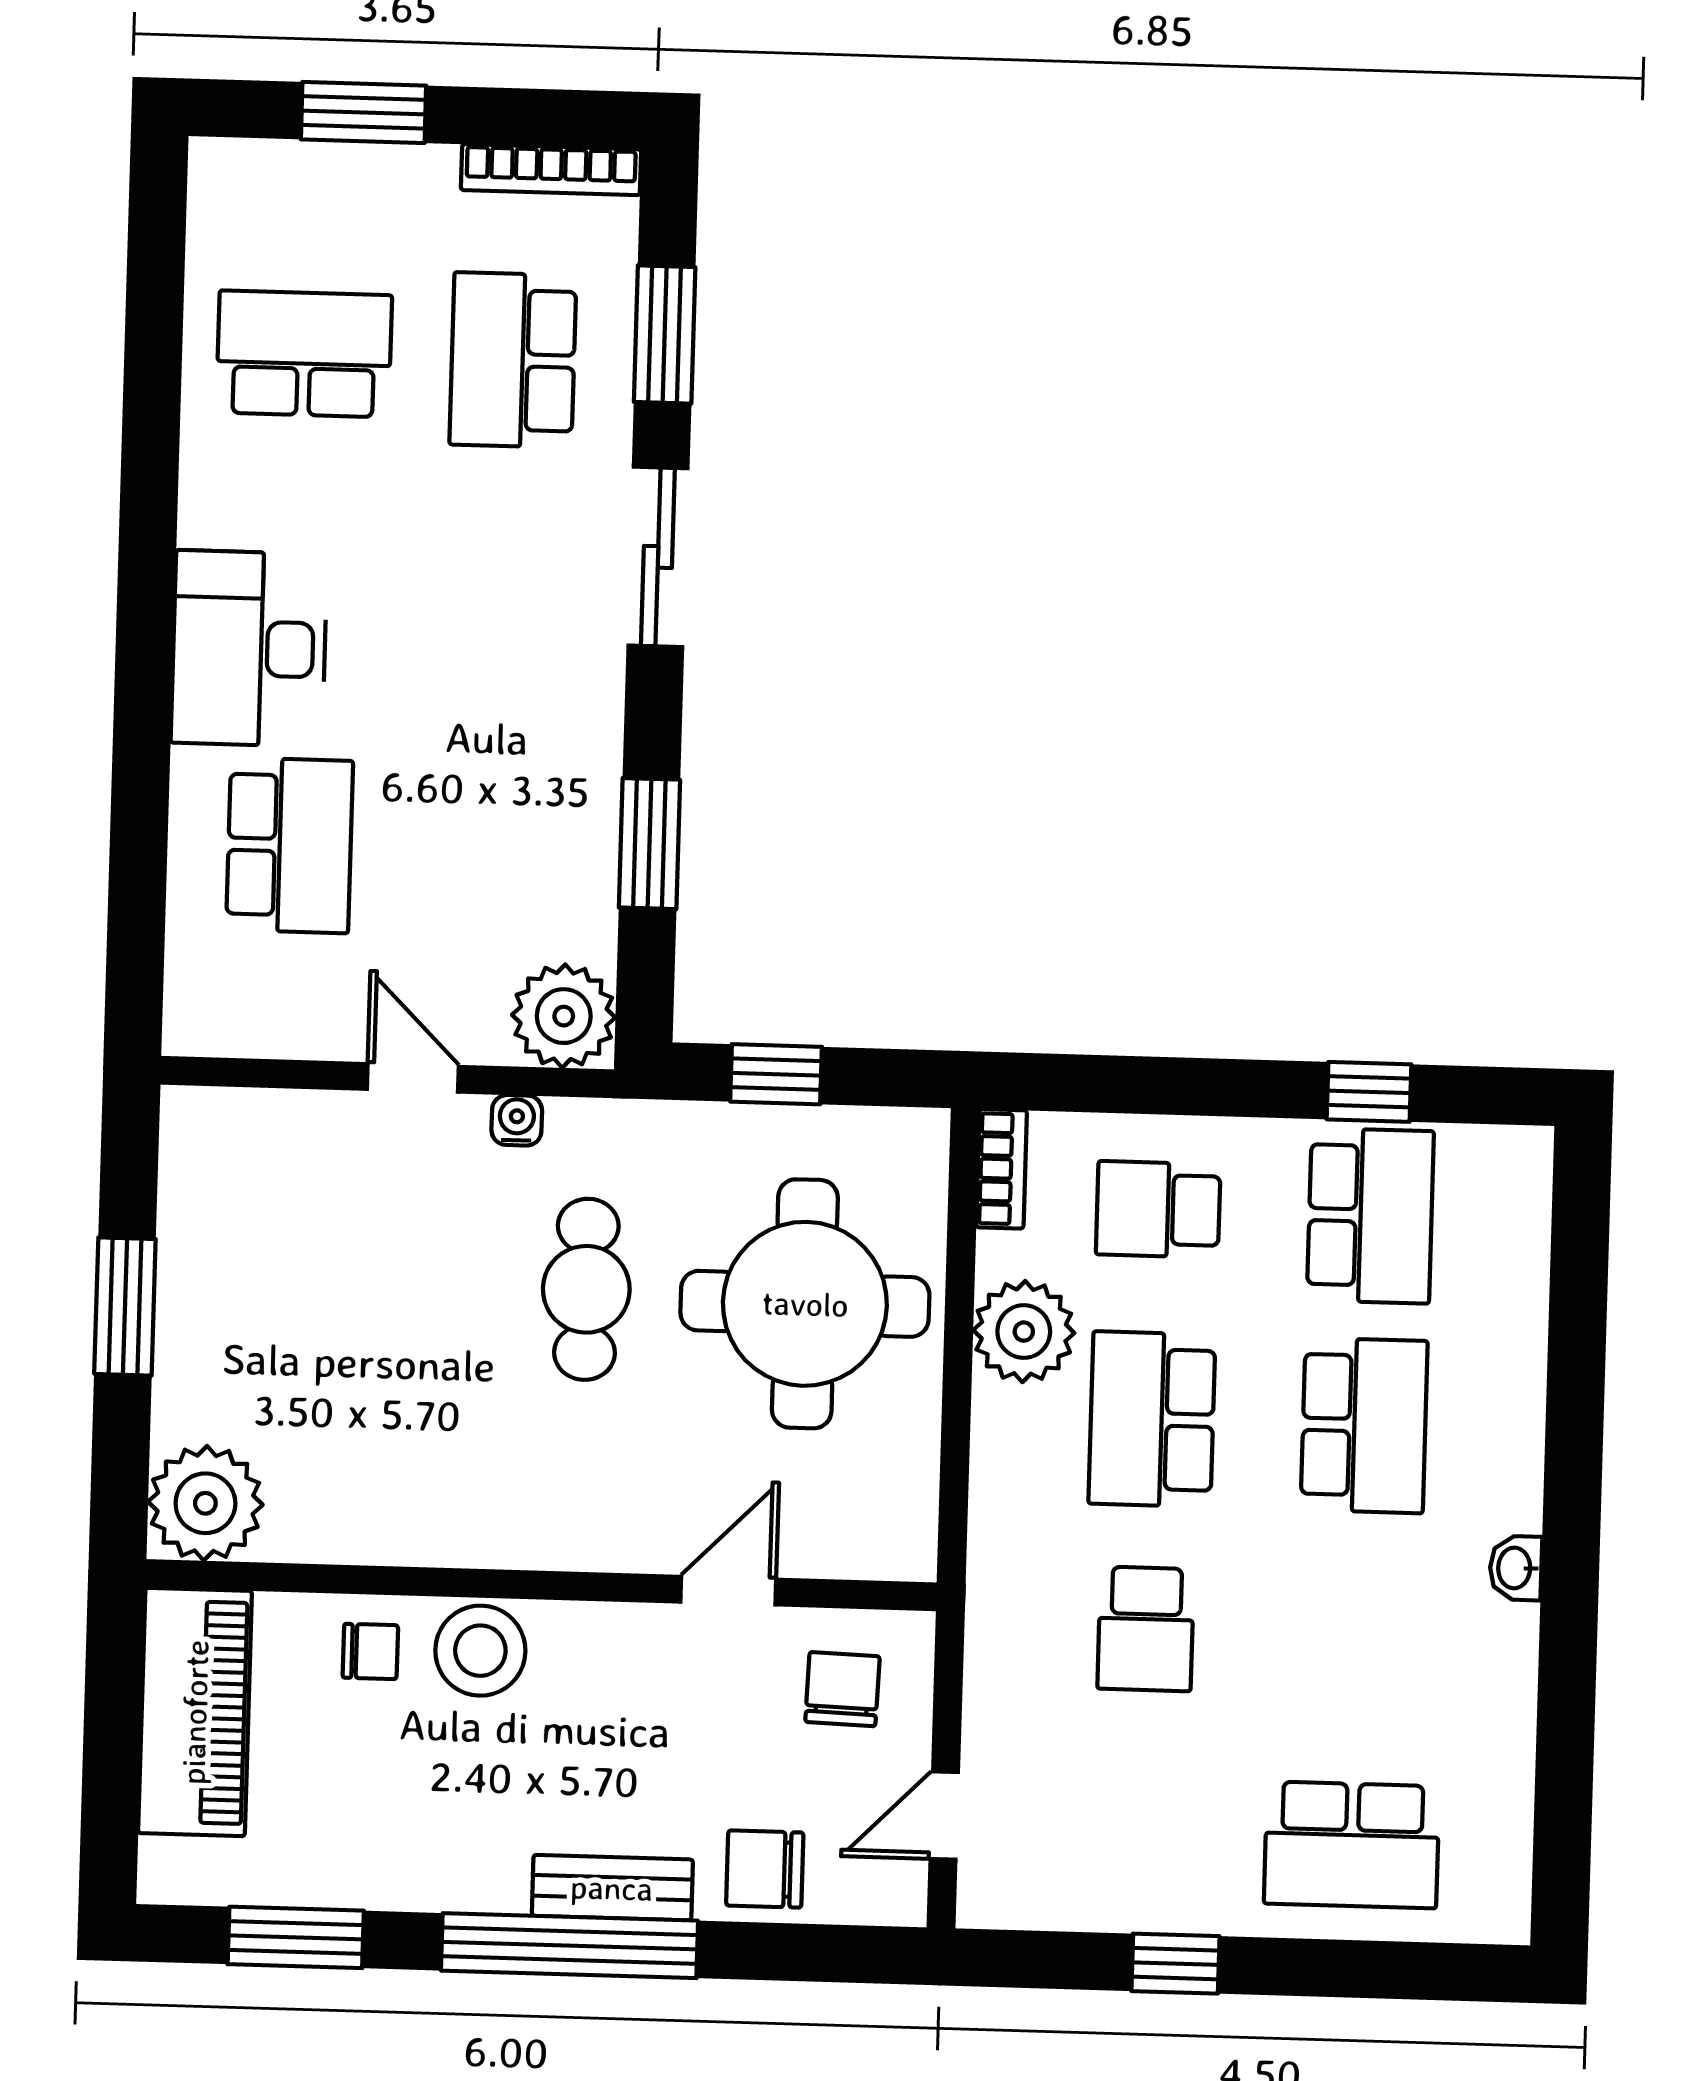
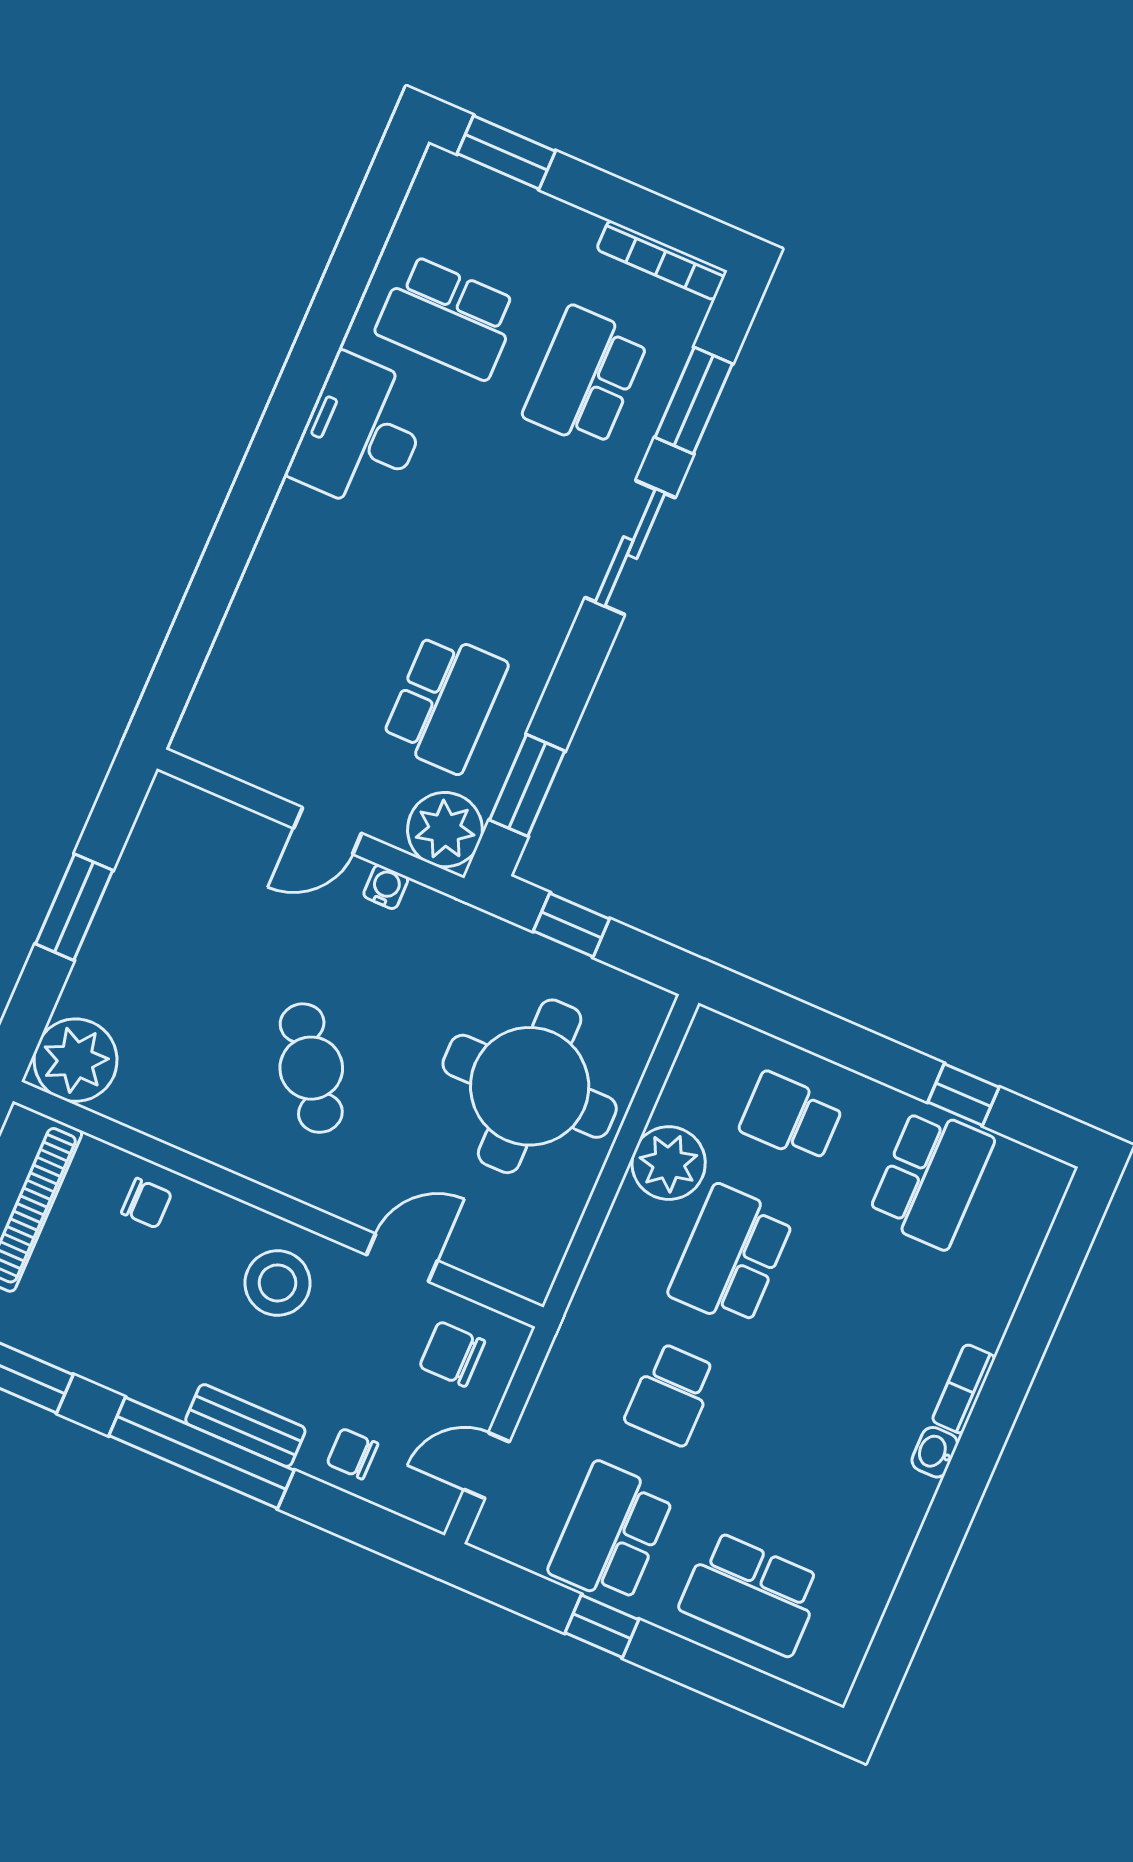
window: (363, 112) -> (506, 152), moved
school desk: (304, 354) -> (448, 318), turned 180
desk: (249, 648) -> (361, 433), moved
window: (649, 844) -> (527, 785), moved
school desk: (290, 845) -> (445, 702), moved
door: (413, 1078) -> (328, 831), swing flipped
bookcase: (1002, 1169) -> (964, 1389), moved, turned 180
cafe table: (586, 1289) -> (311, 1068), moved, turned -35
school desk: (1364, 1425) -> (611, 1533), moved, turned 180
stool: (480, 1651) -> (278, 1283), moved
chair: (842, 1689) -> (452, 1354), turned -92
chair: (765, 1869) -> (352, 1454), width x0.73, depth x0.73

